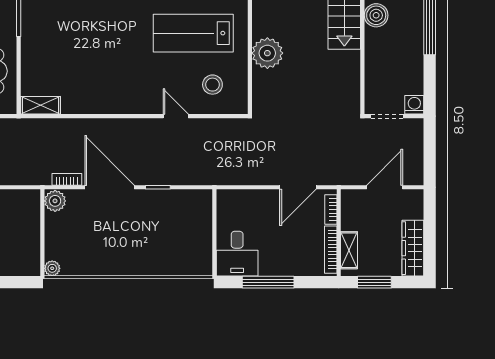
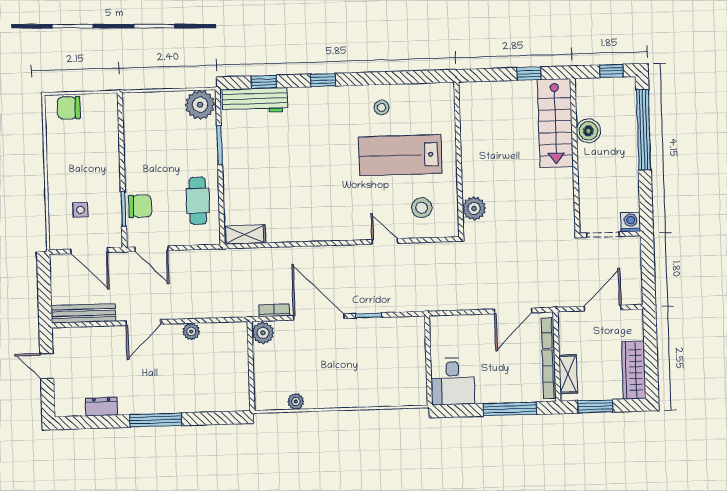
plant: (267, 53) -> (474, 208), moved, width x0.73, depth x0.73
plant: (52, 268) -> (296, 402), moved
window: (268, 282) -> (510, 409), moved

